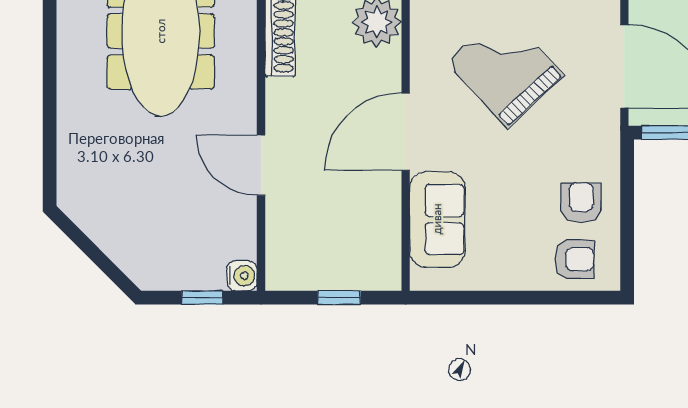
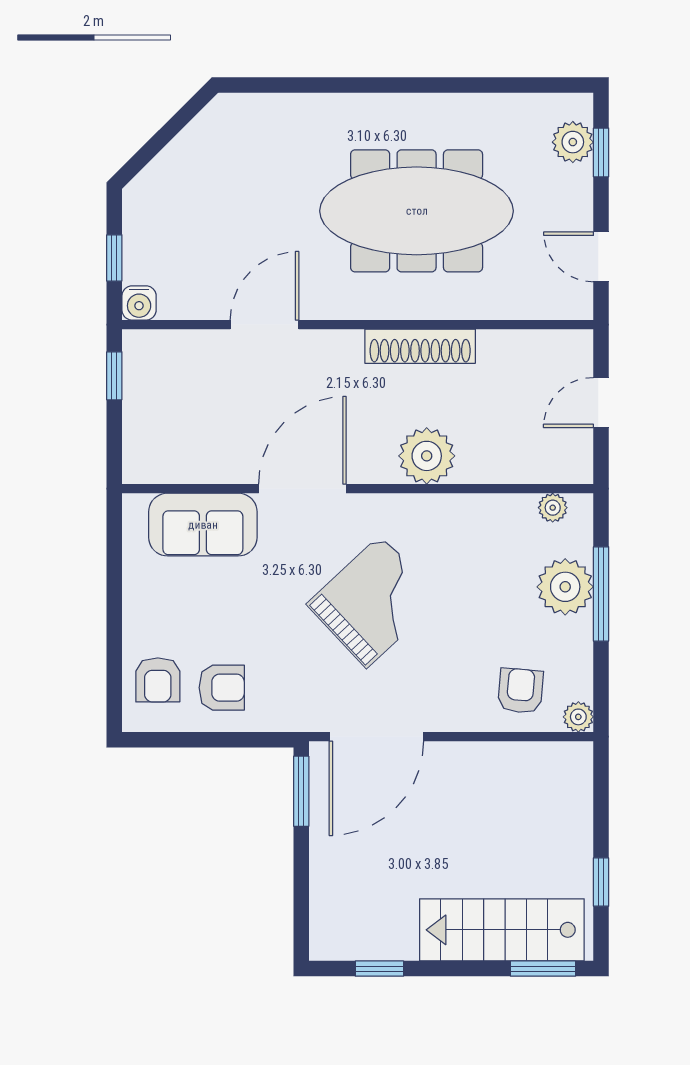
door: (406, 132) -> (302, 489), hinge flipped
window: (339, 298) -> (114, 376), moved

